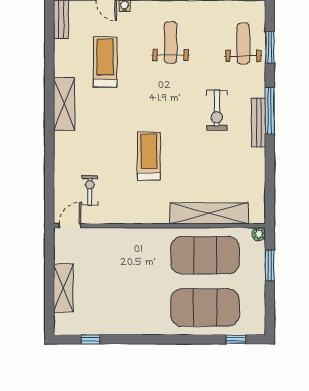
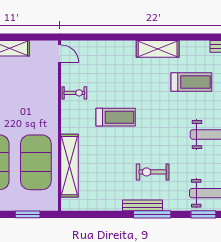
exercise bike: (90, 190) -> (74, 93), moved
plant: (259, 234) -> (53, 206), removed

